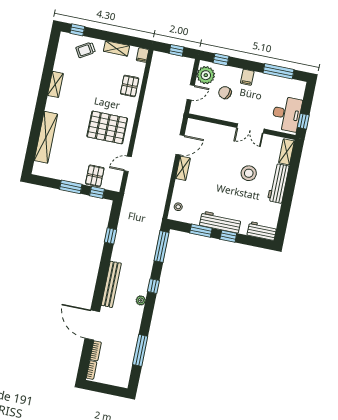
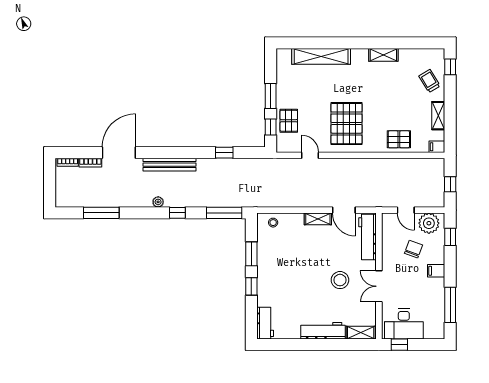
stool: (249, 173) -> (340, 280), moved
pallet: (95, 176) -> (289, 121), turned 90
workbench: (220, 222) -> (368, 237), moved, turned 180

